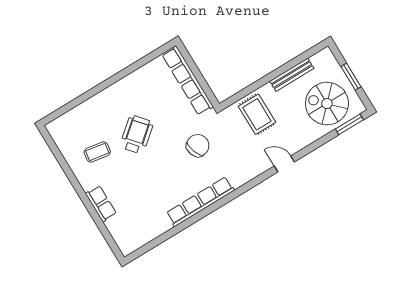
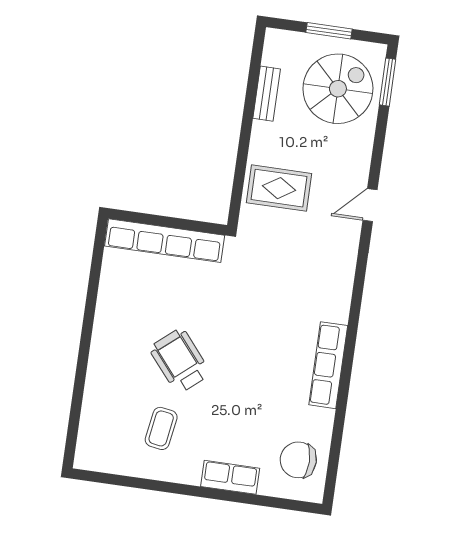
bench: (292, 75) -> (267, 94), width x0.73
spiral stairs: (327, 104) -> (338, 89), turned 180
chair: (198, 145) -> (298, 460), moved, turned -70
row of seats: (200, 202) -> (328, 365), width x0.73

